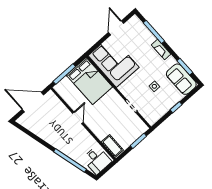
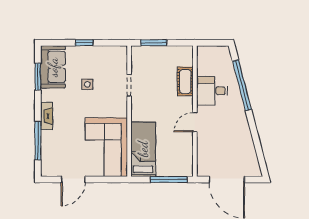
bed: (89, 81) -> (143, 149), width x0.67
cot: (112, 146) -> (185, 81), moved
desk: (97, 160) -> (212, 91), moved, turned -90

